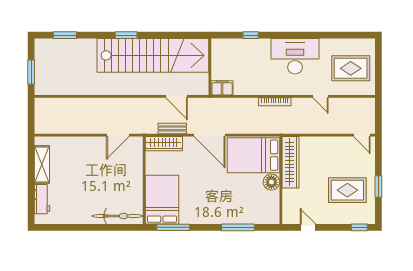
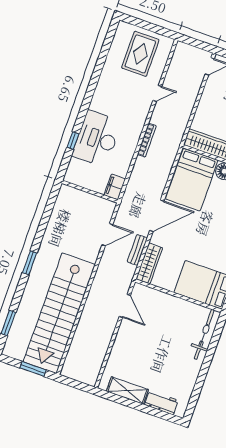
stairs: (153, 55) -> (59, 313), moved, turned 180
desk: (295, 56) -> (97, 139), moved

